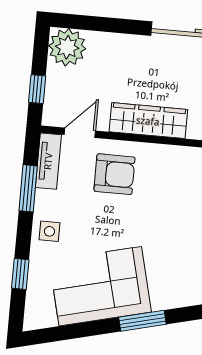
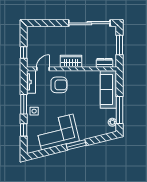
plant: (67, 47) -> (34, 34), removed
wardrobe: (148, 121) -> (71, 61), width x0.67
window: (28, 188) -> (24, 104), moved

